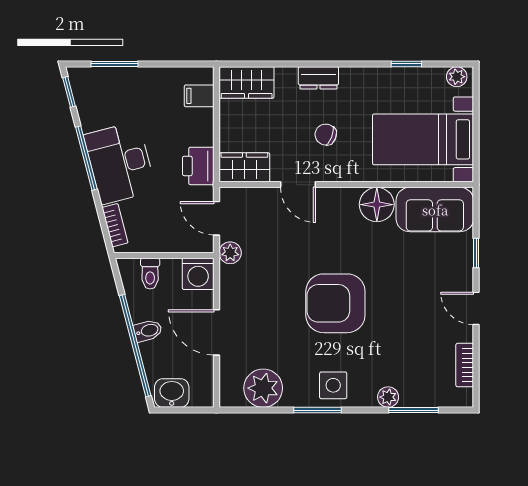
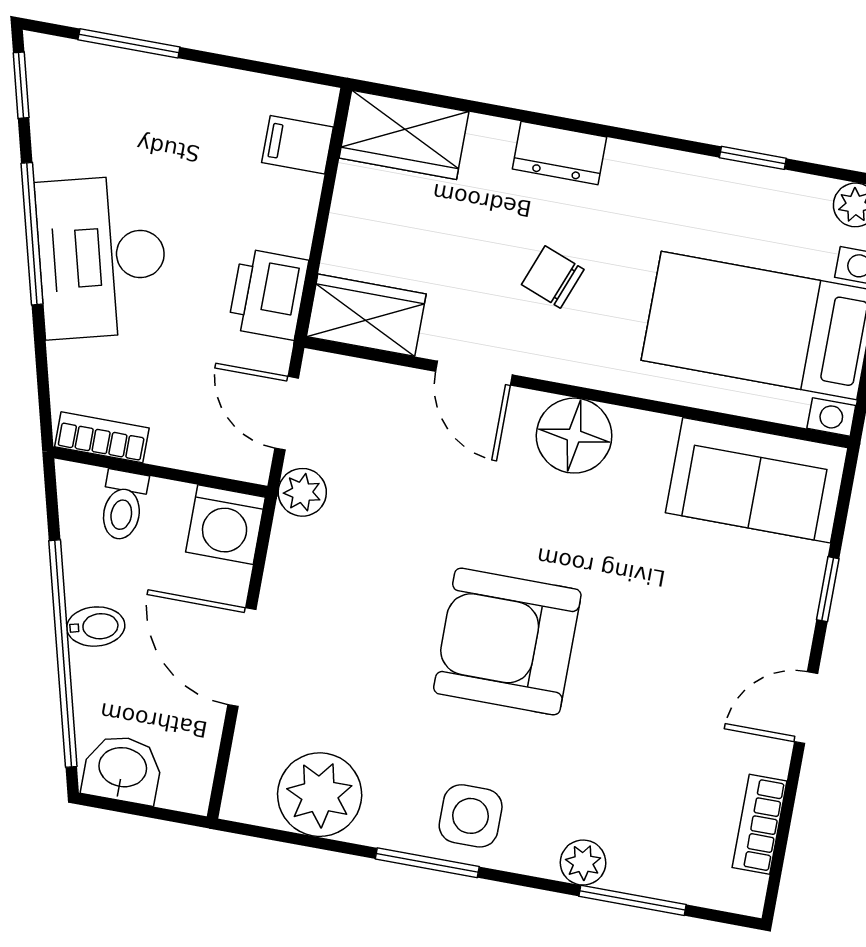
floor lamp: (377, 205) -> (574, 436), moved
bookcase: (115, 225) -> (102, 437), moved, turned -75
door: (476, 308) -> (806, 708), hinge flipped

